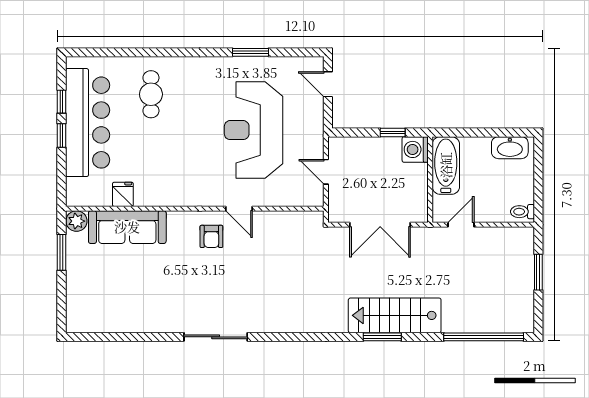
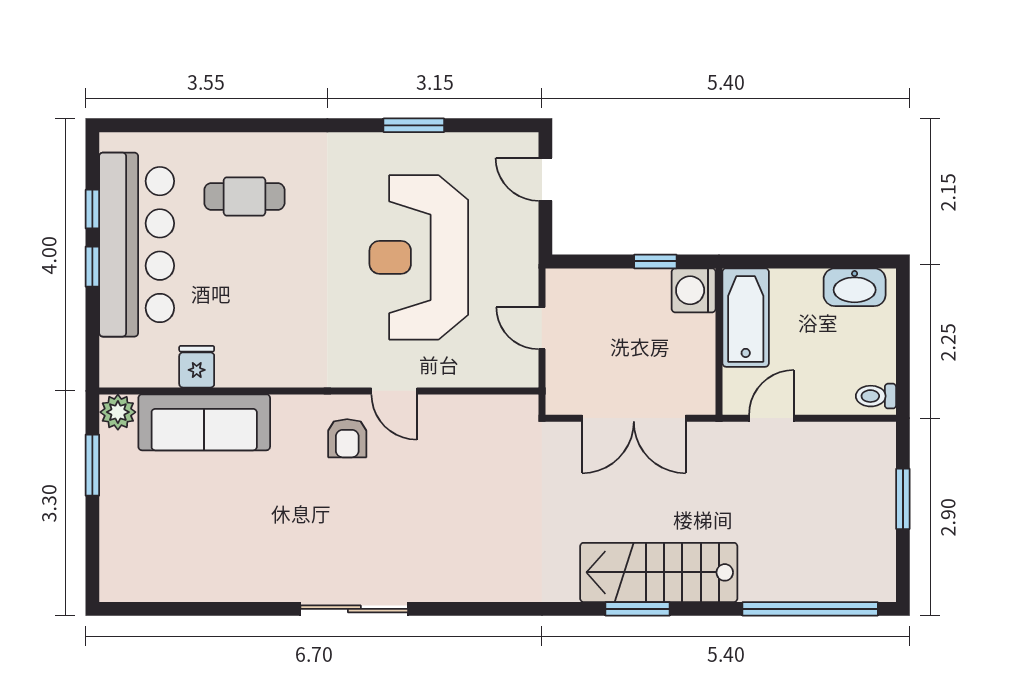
cafe table: (151, 94) -> (244, 196), turned 90

